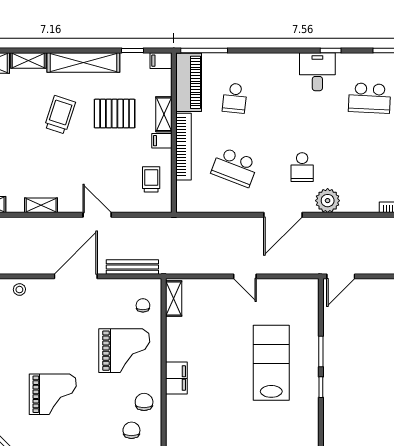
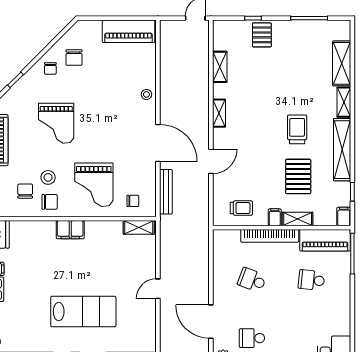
trolley: (60, 115) -> (297, 129), turned -108
school desk: (235, 167) -> (252, 280), width x0.54
stool: (116, 404) -> (48, 177), added
chair: (131, 430) -> (25, 191), turned -90

